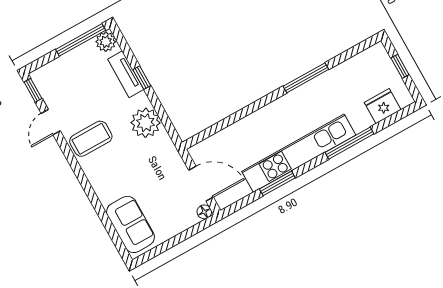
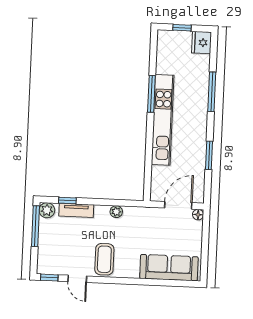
window: (142, 78) -> (67, 200), moved
fridge: (383, 106) -> (202, 43), moved
plant: (146, 123) -> (116, 212), width x0.53, depth x0.53
kitchen unit: (299, 153) -> (163, 120), moved, turned 180
sofa: (130, 224) -> (169, 268), width x1.36

